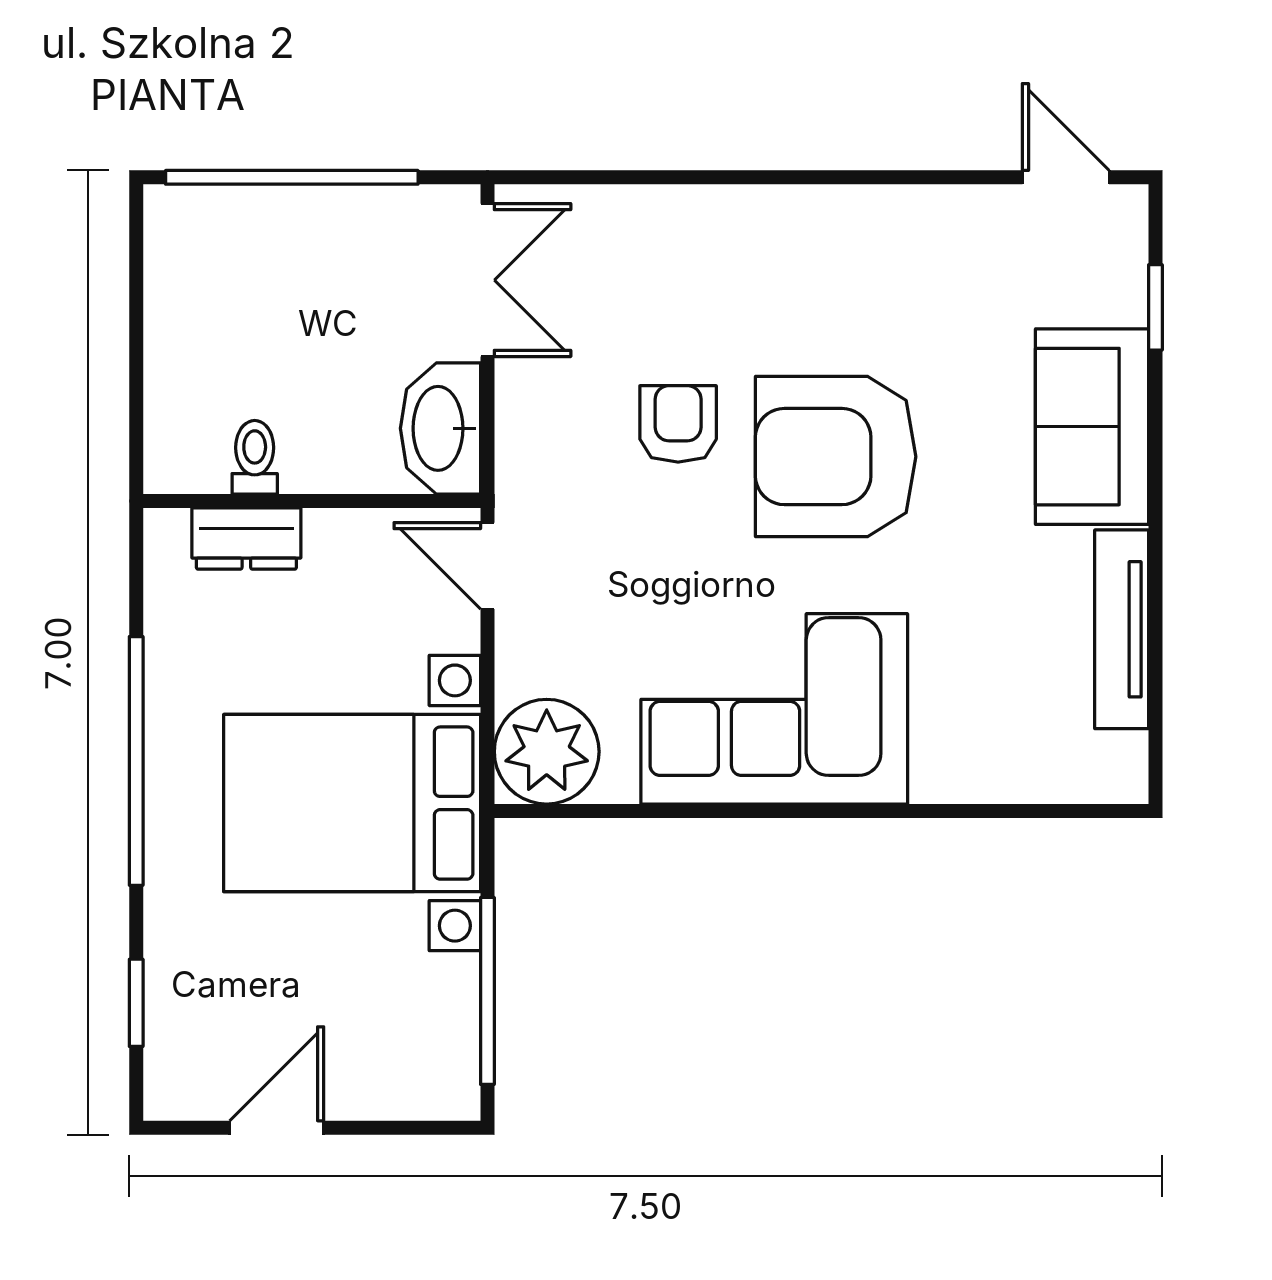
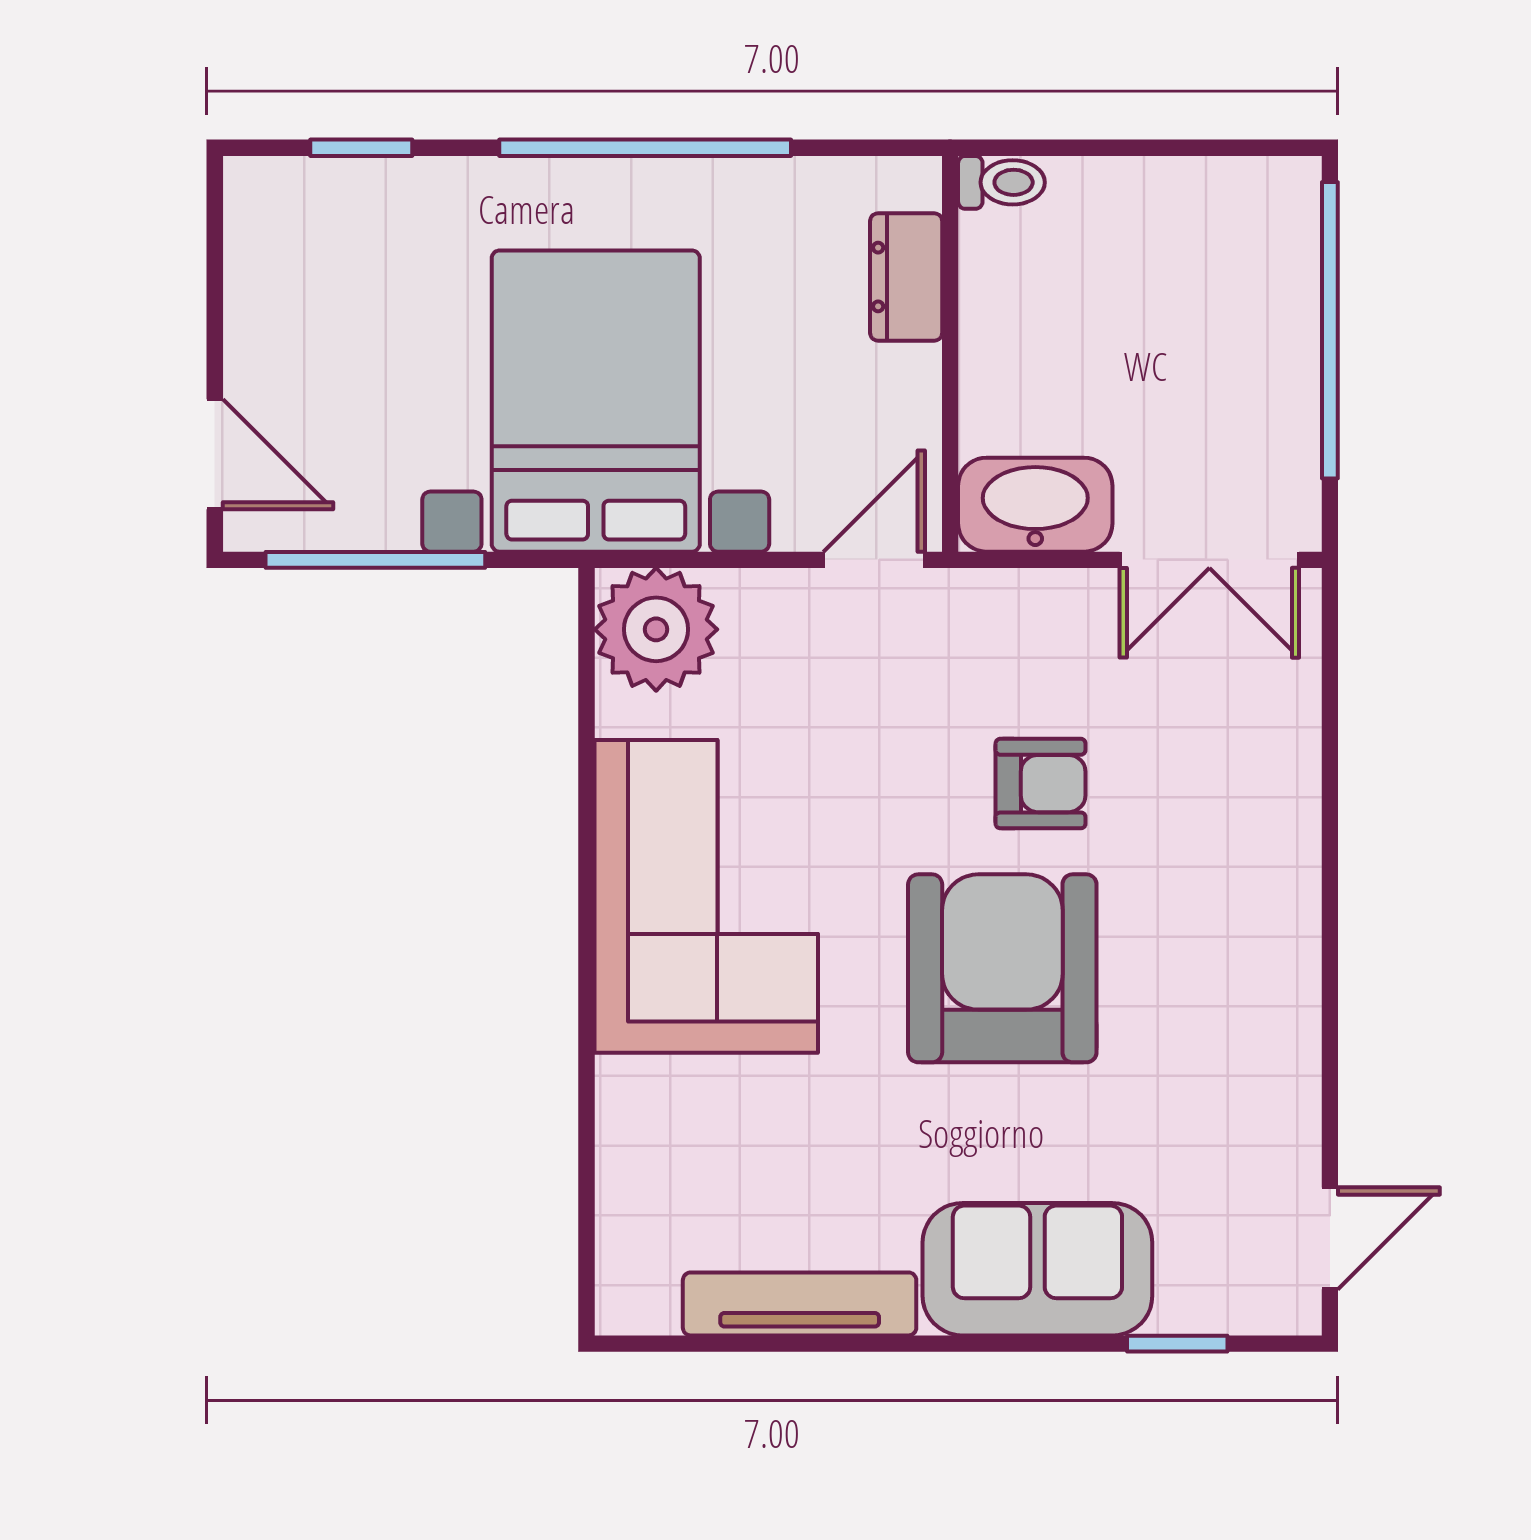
toilet: (255, 457) -> (1001, 182), moved
door: (277, 1128) -> (215, 454), moved

